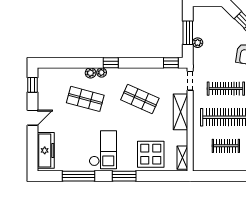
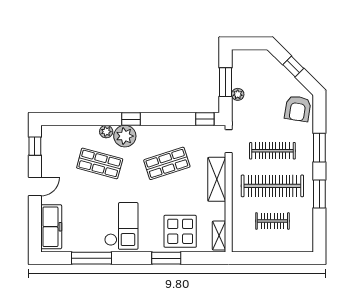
plant: (102, 72) -> (125, 136), width x1.88, depth x1.88
shop shelf: (140, 99) -> (167, 163), turned -42
window: (124, 176) -> (166, 258), moved

